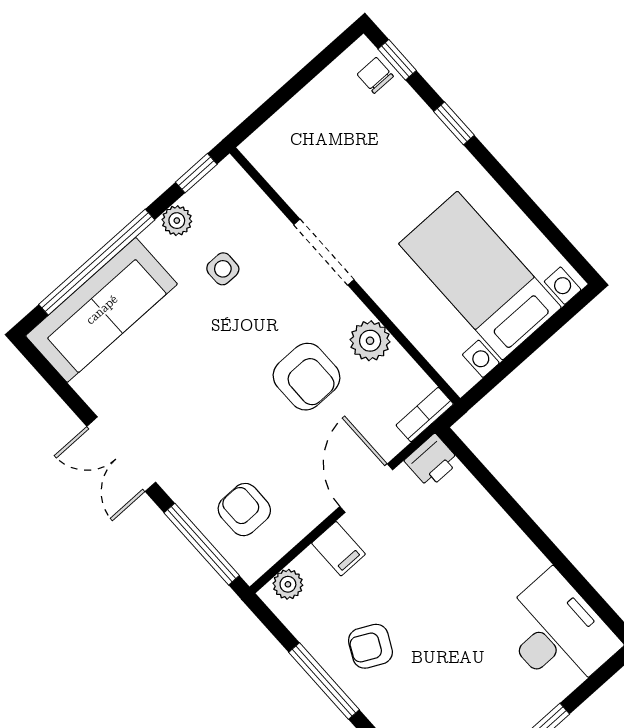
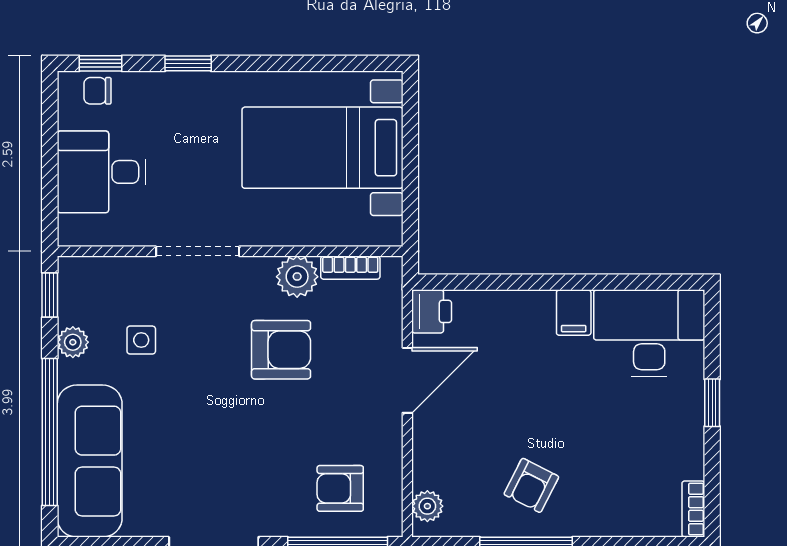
desk: (319, 131) -> (101, 172), added
bookcase: (425, 415) -> (350, 268), moved, turned -90
door: (366, 488) -> (407, 380), swing flipped
filing cabinet: (338, 549) -> (574, 313), moved, turned 90

